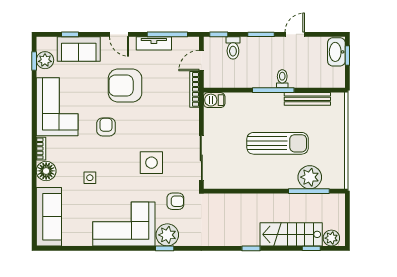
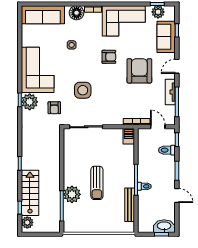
sun lounger: (278, 143) -> (97, 183), width x0.73, depth x0.75
plant: (310, 177) -> (72, 194), moved

